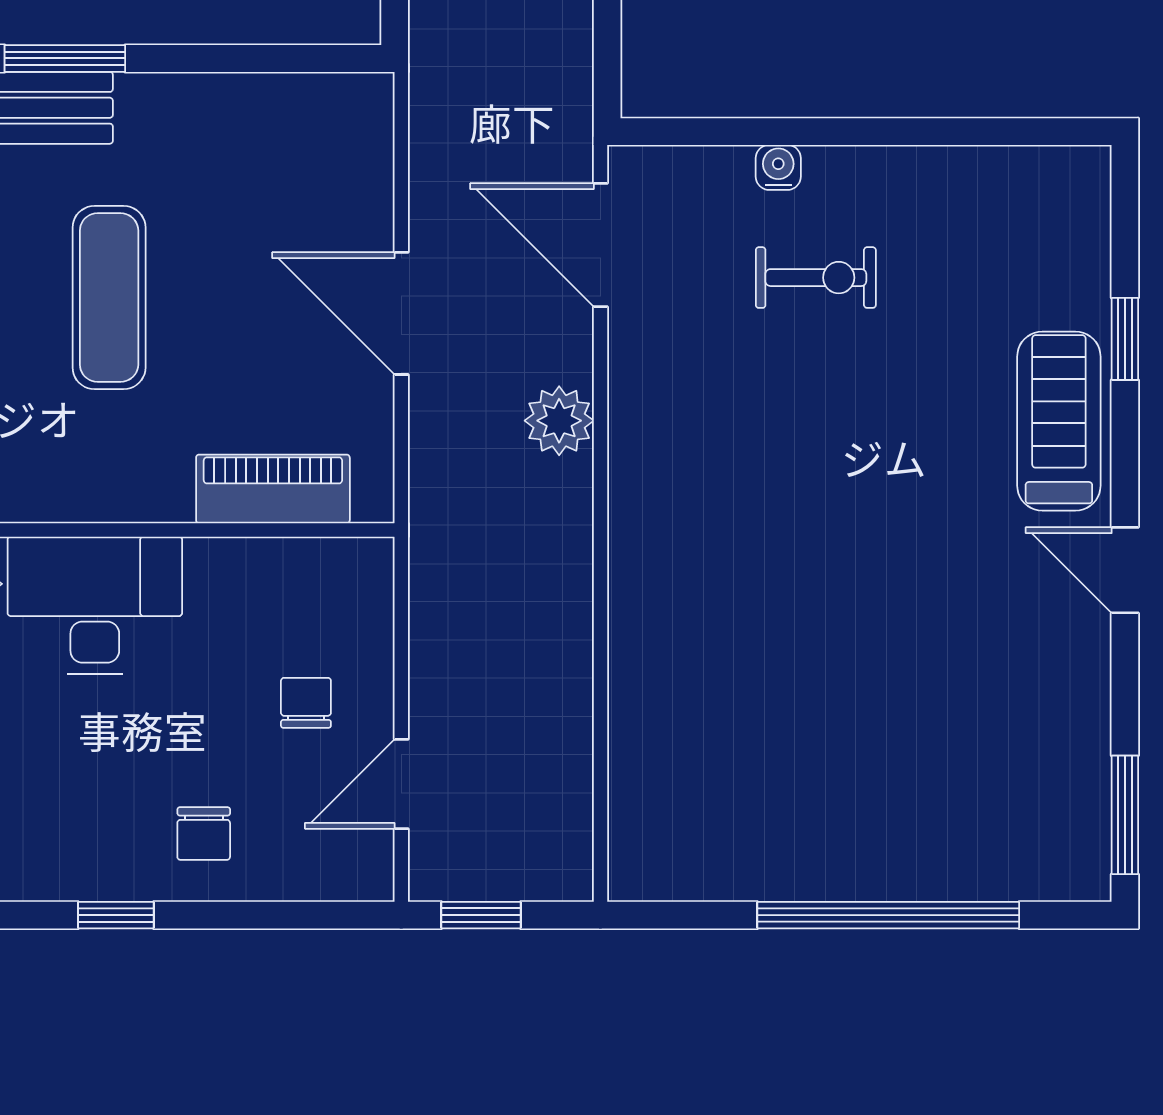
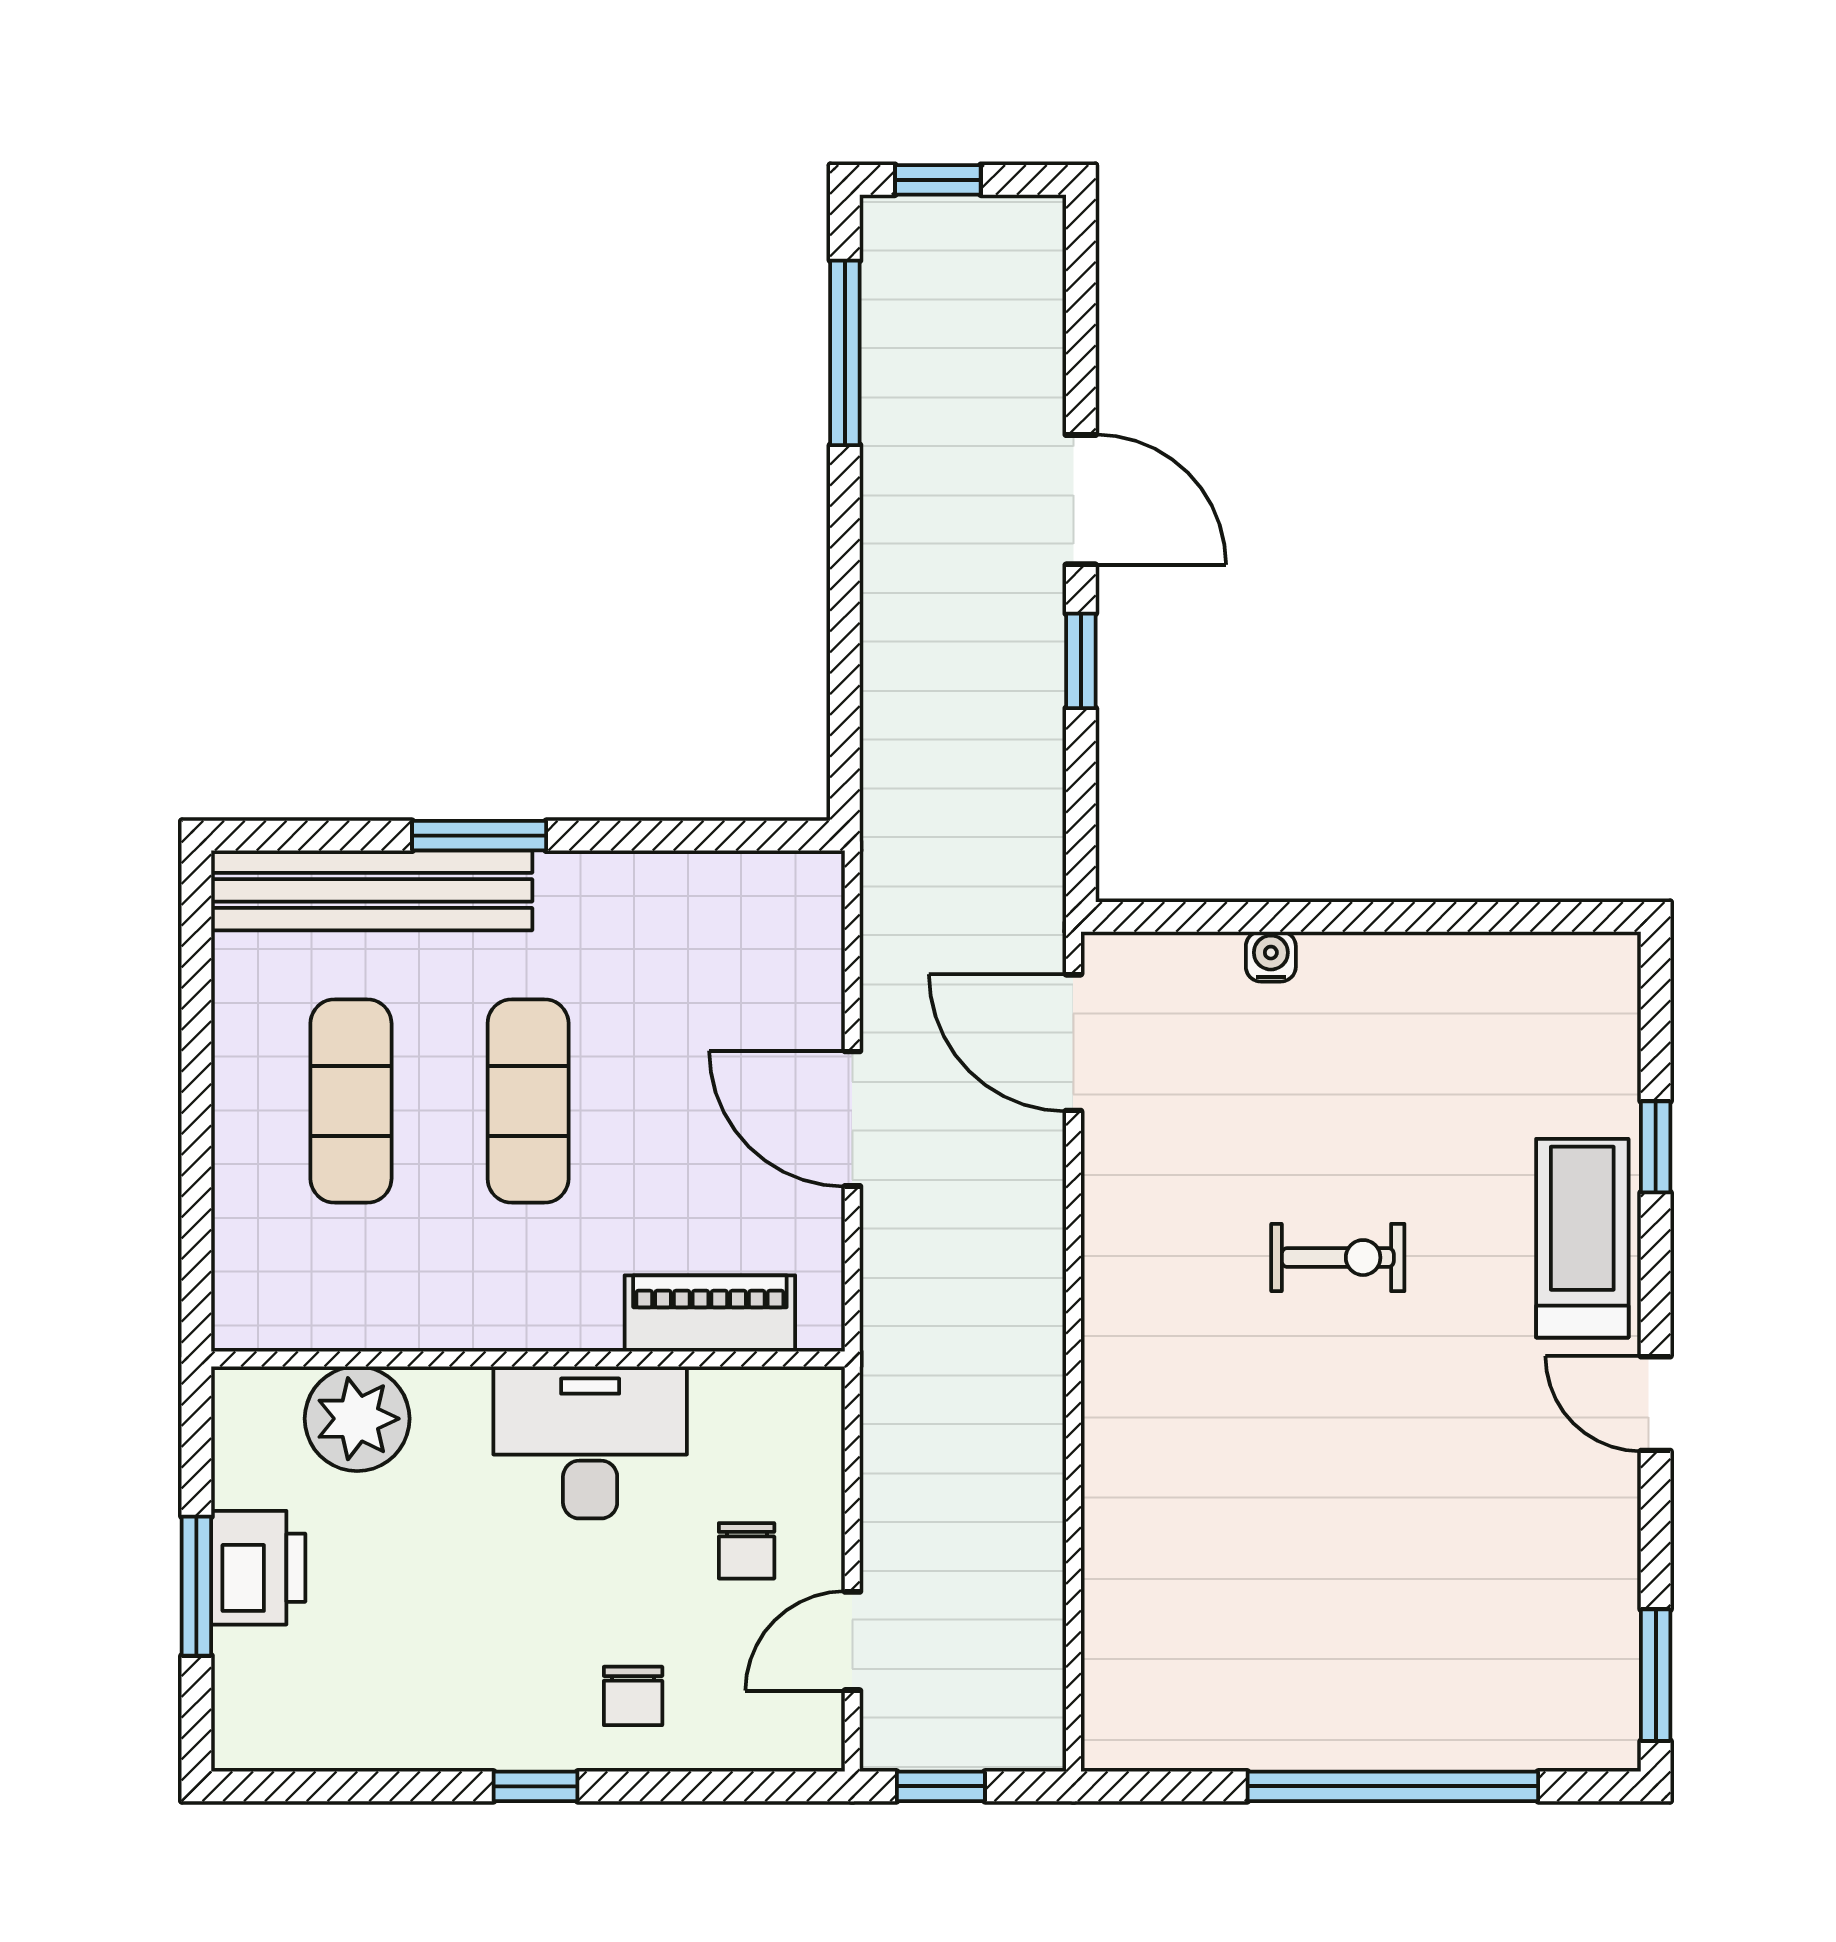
exercise bike: (816, 278) -> (1338, 1258), moved
plant: (559, 421) -> (1028, 1238), removed
desk: (95, 605) -> (590, 1442), moved
chair: (306, 703) -> (747, 1551), turned 180

